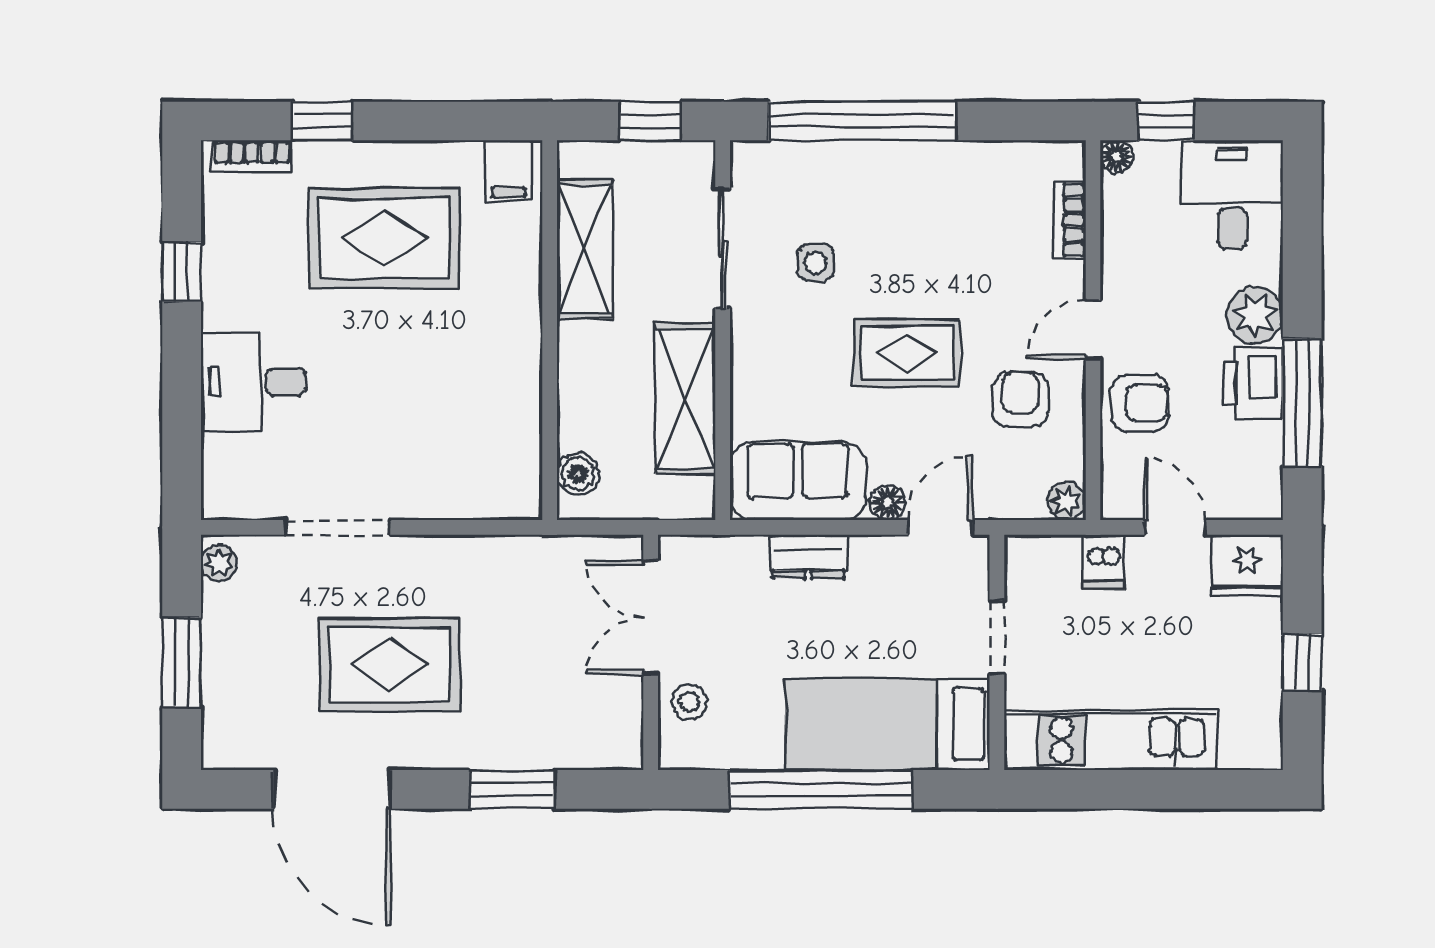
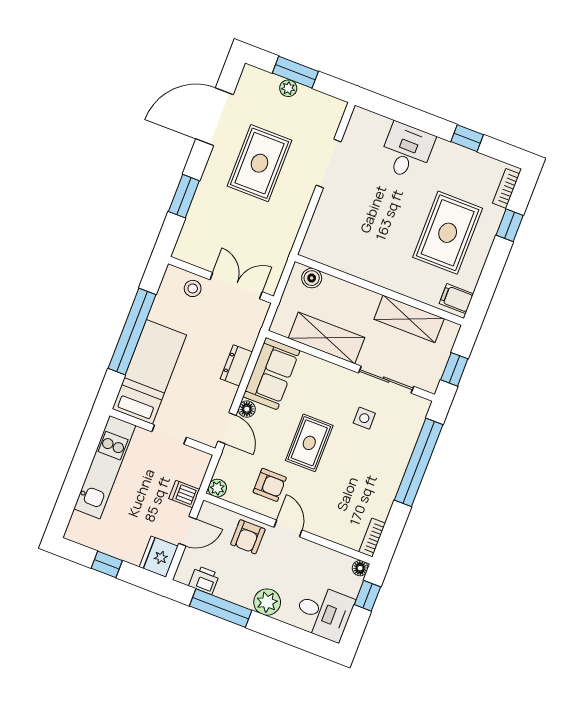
bookcase: (1070, 220) -> (372, 538), moved, turned -90
printer: (1253, 383) -> (204, 580), moved, width x0.73, depth x0.81
plant: (219, 563) -> (288, 88), moved

